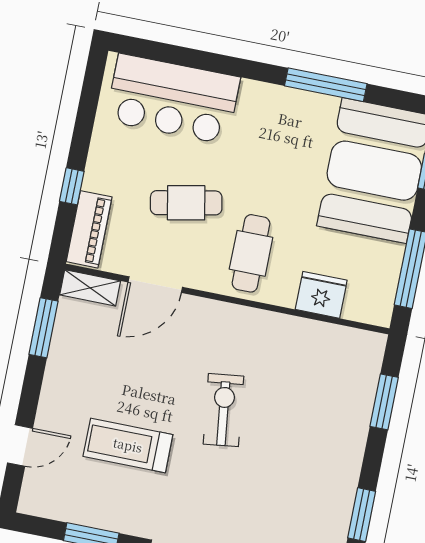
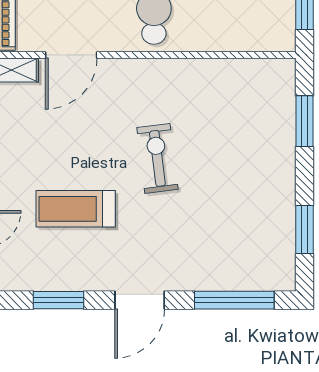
fridge: (321, 295) -> (227, 34), removed

